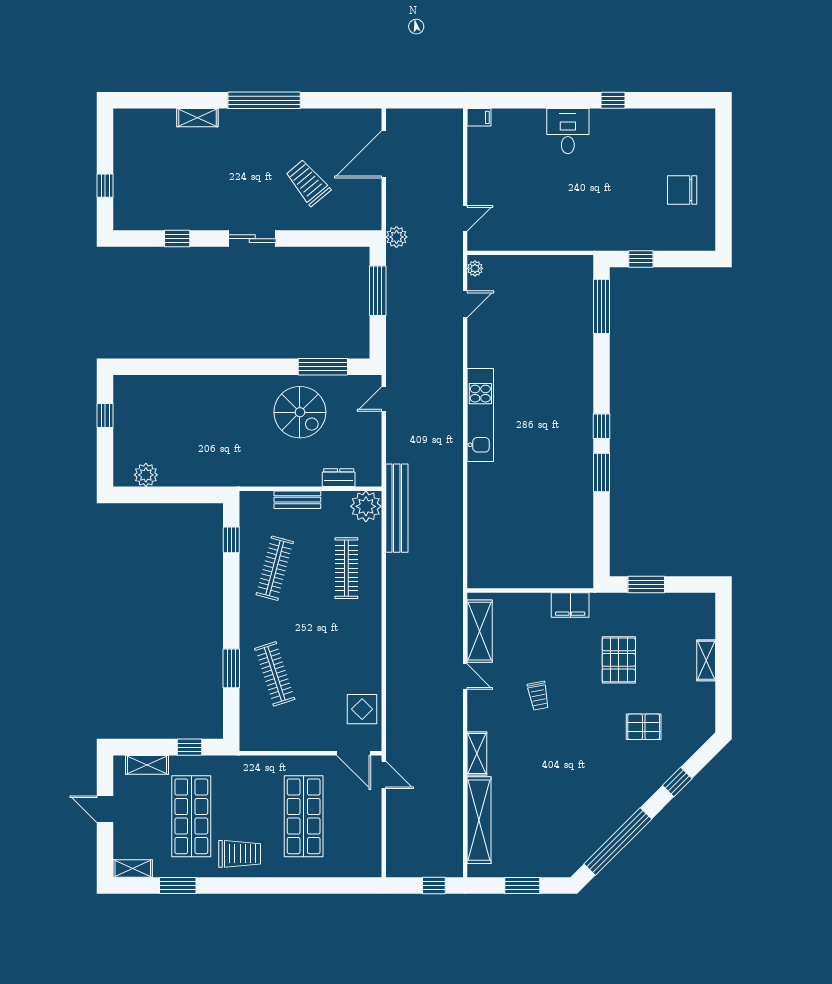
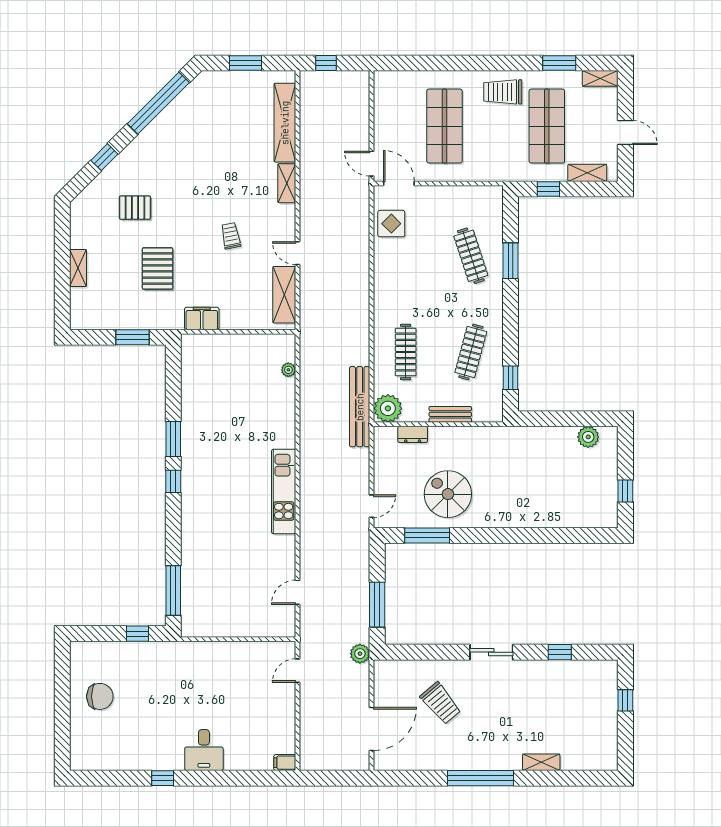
plant: (475, 268) -> (288, 370), moved

